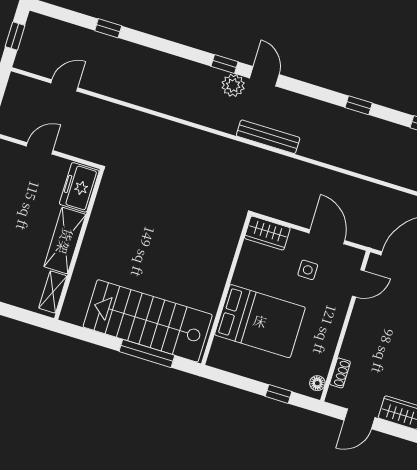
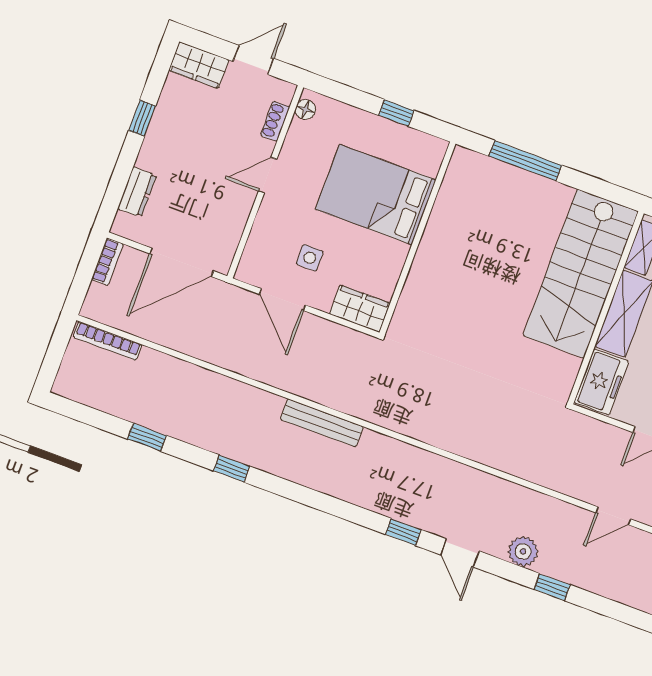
door: (264, 76) -> (460, 553), moved
plant: (233, 85) -> (523, 551), moved
bench: (268, 137) -> (322, 423), moved
door: (358, 283) -> (268, 175), moved
stairs: (148, 321) -> (581, 274), moved, turned 90
window: (278, 394) -> (396, 113), moved

